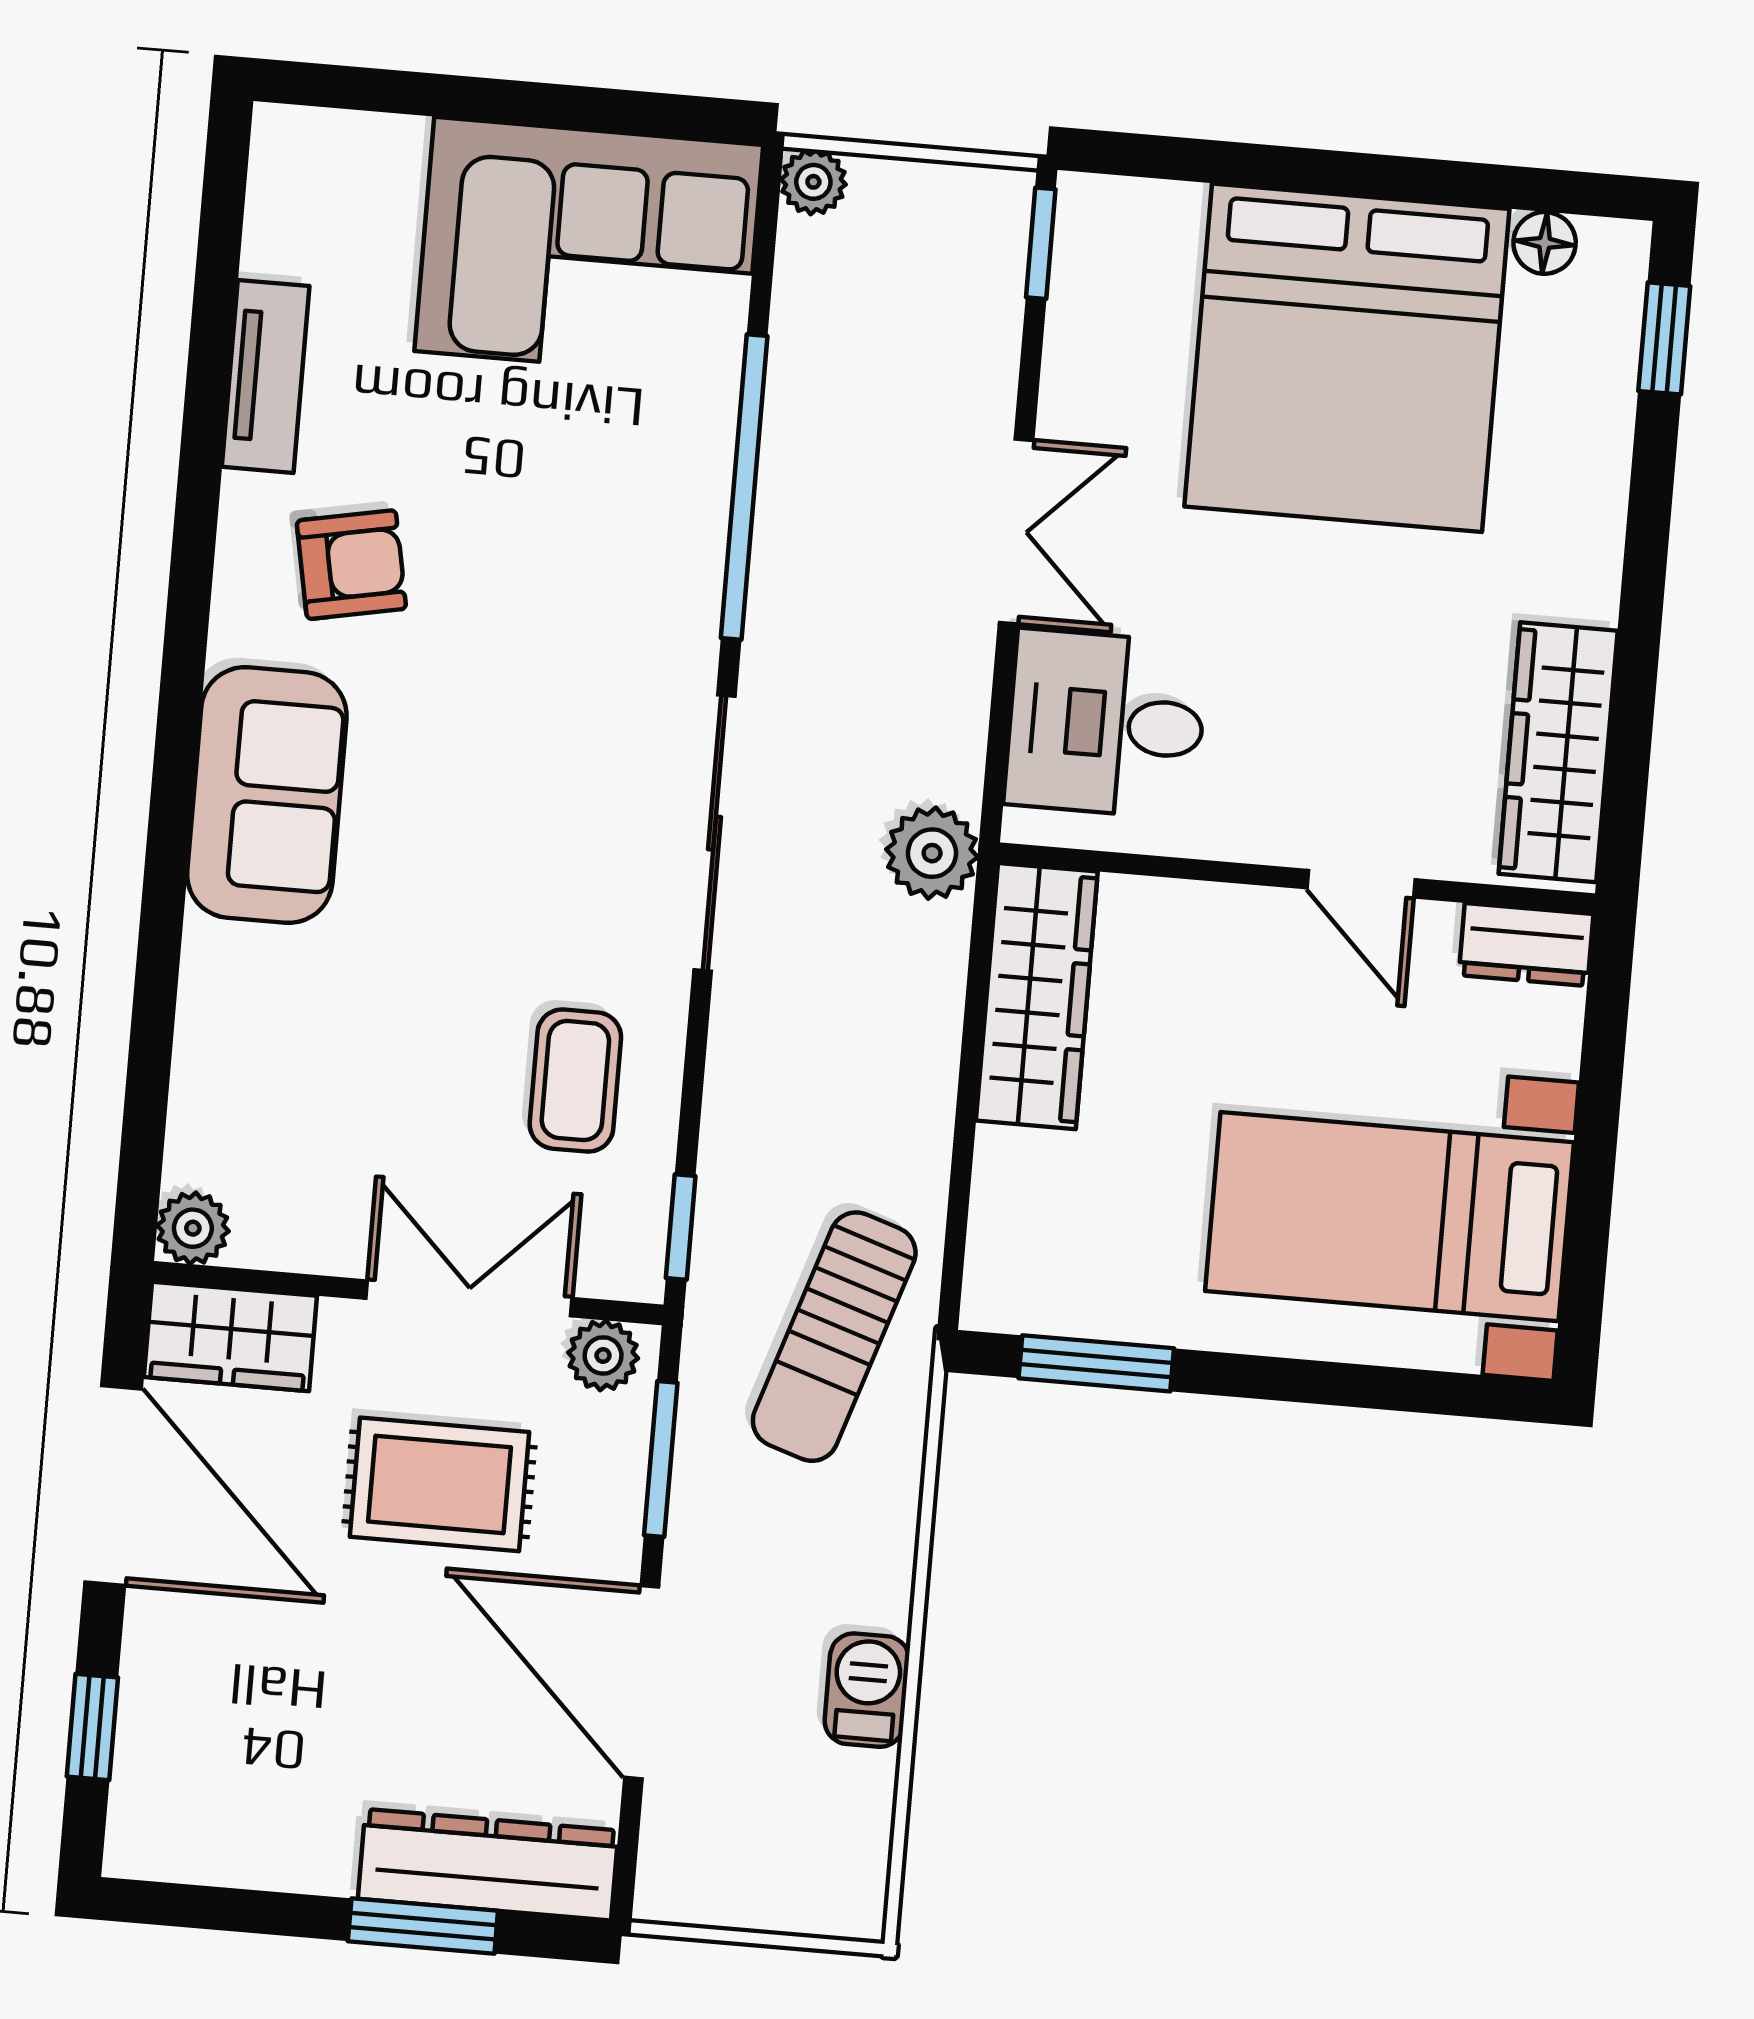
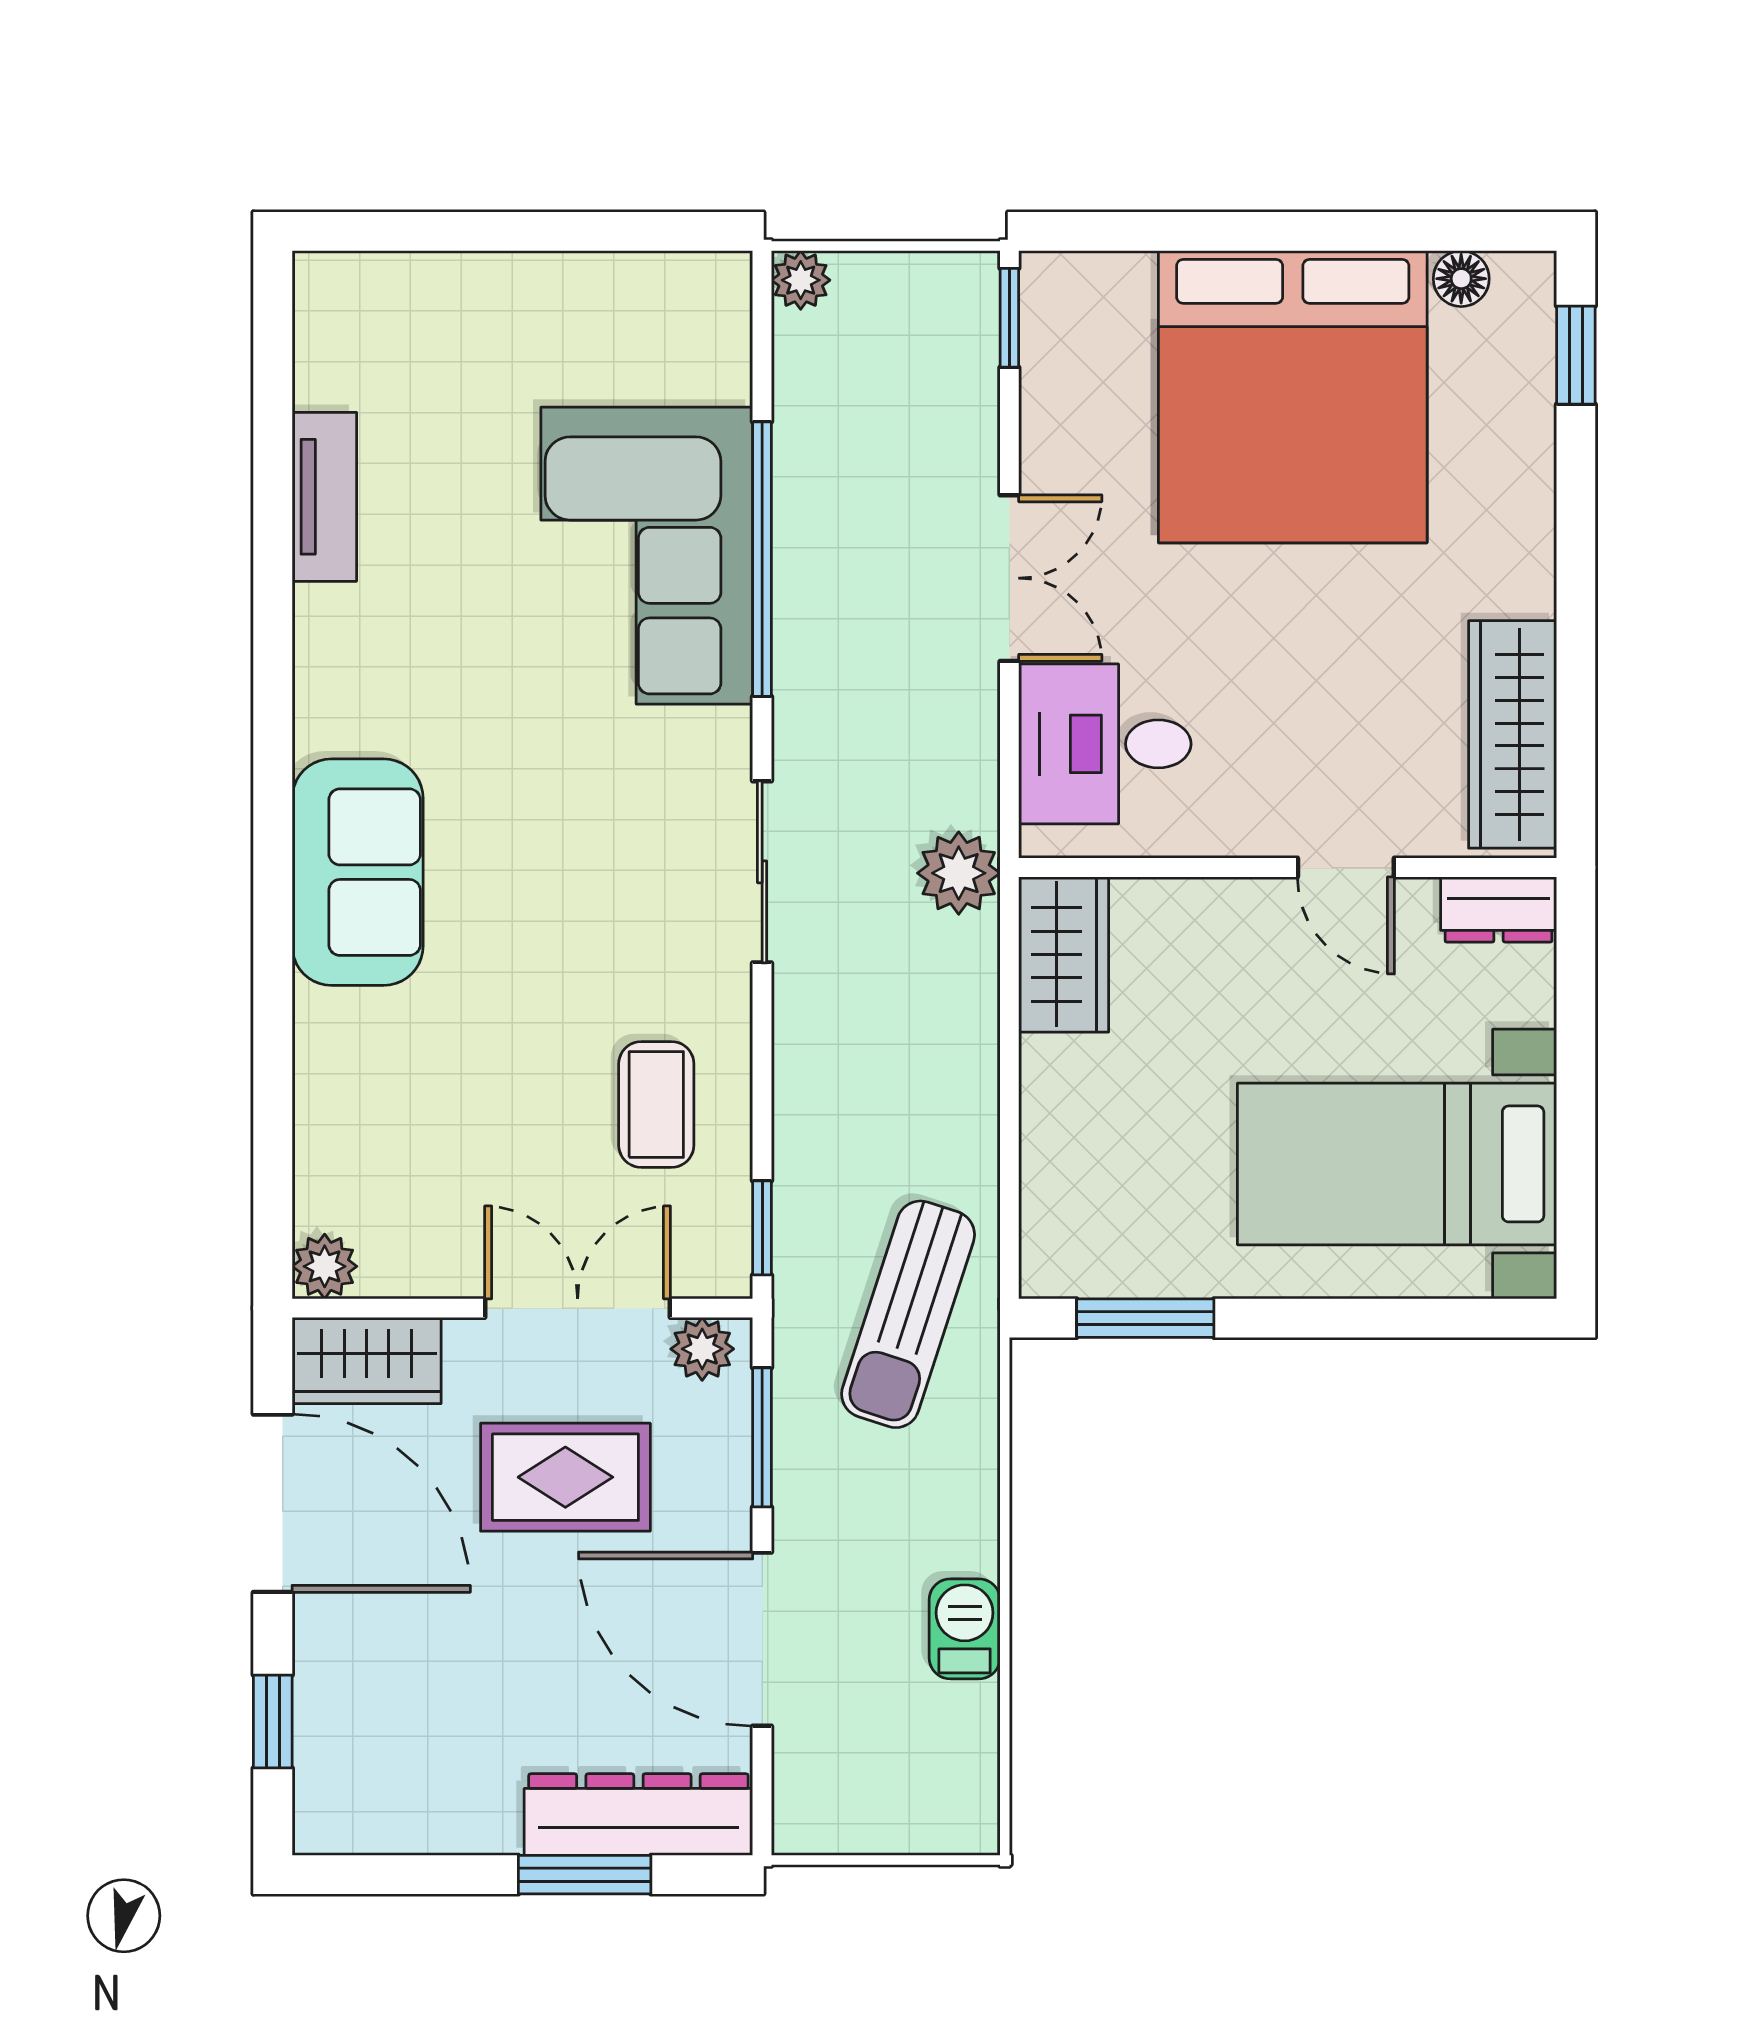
corner sofa: (589, 248) -> (647, 556), moved, turned 90
armchair: (351, 565) -> (416, 659), removed
sliding door: (714, 833) -> (762, 872), width x0.73
wardrobe: (1037, 996) -> (1064, 954), width x0.67

